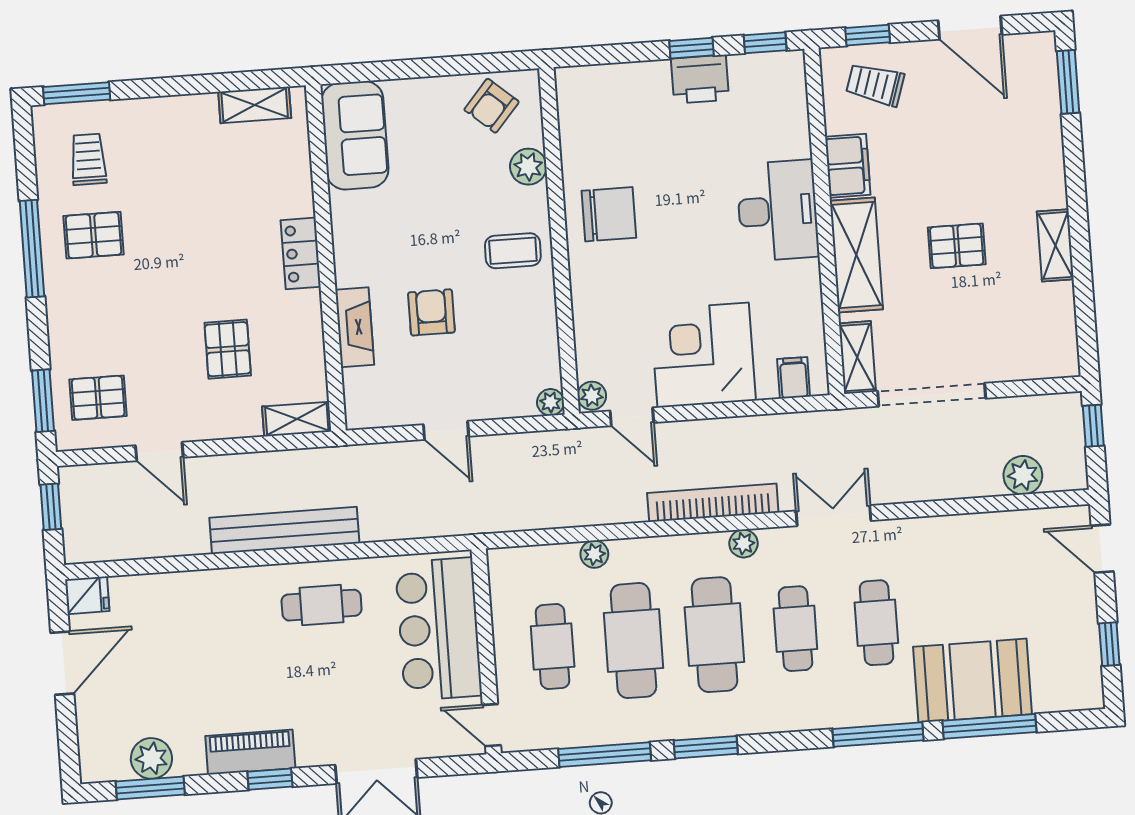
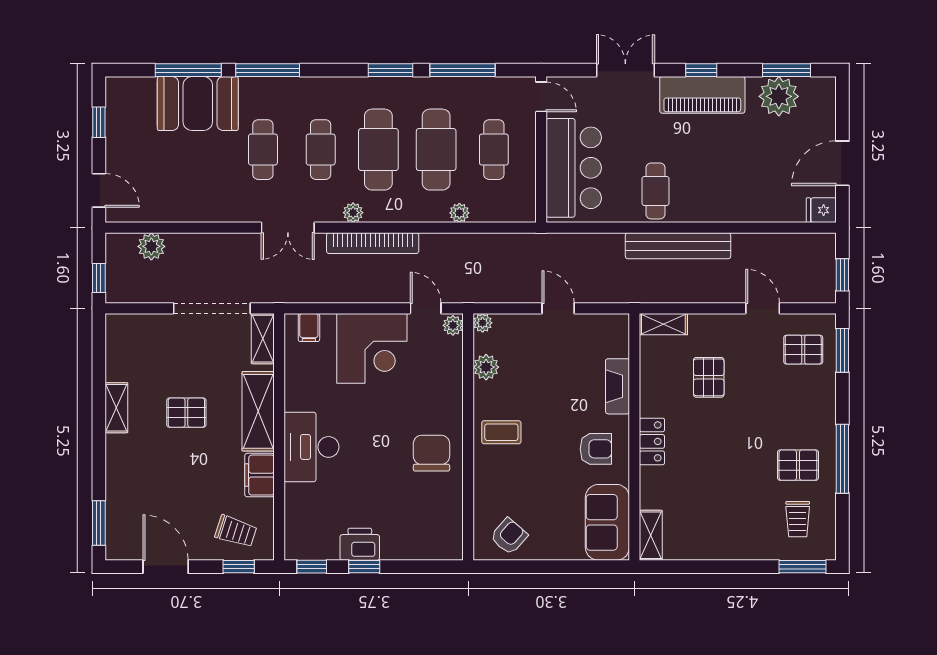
shelving: (255, 105) -> (651, 535), moved, turned 90
plant: (528, 167) -> (486, 367), moved
chair: (609, 214) -> (431, 453), turned 90
armchair: (431, 312) -> (596, 449), moved, turned -90
cafe table: (322, 605) -> (656, 191), turned 90
piano: (250, 752) -> (702, 95), width x1.37, depth x1.33
plant: (151, 758) -> (779, 96), width x1.36, depth x1.36

